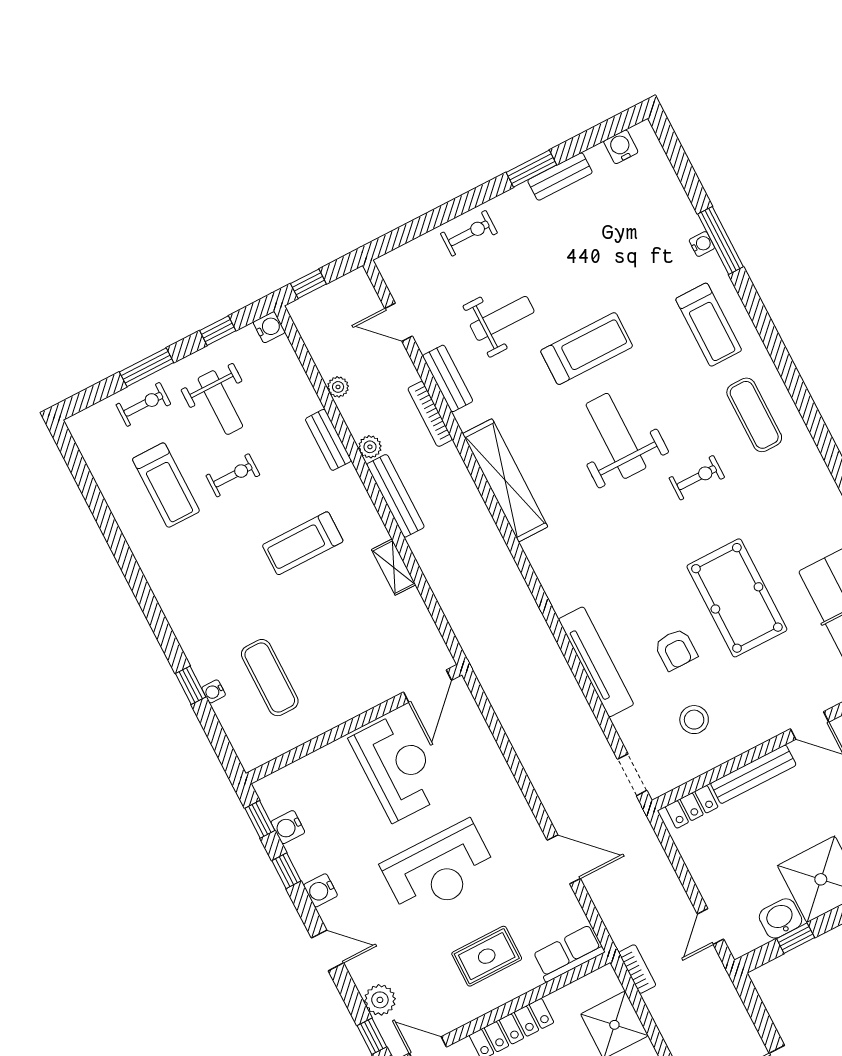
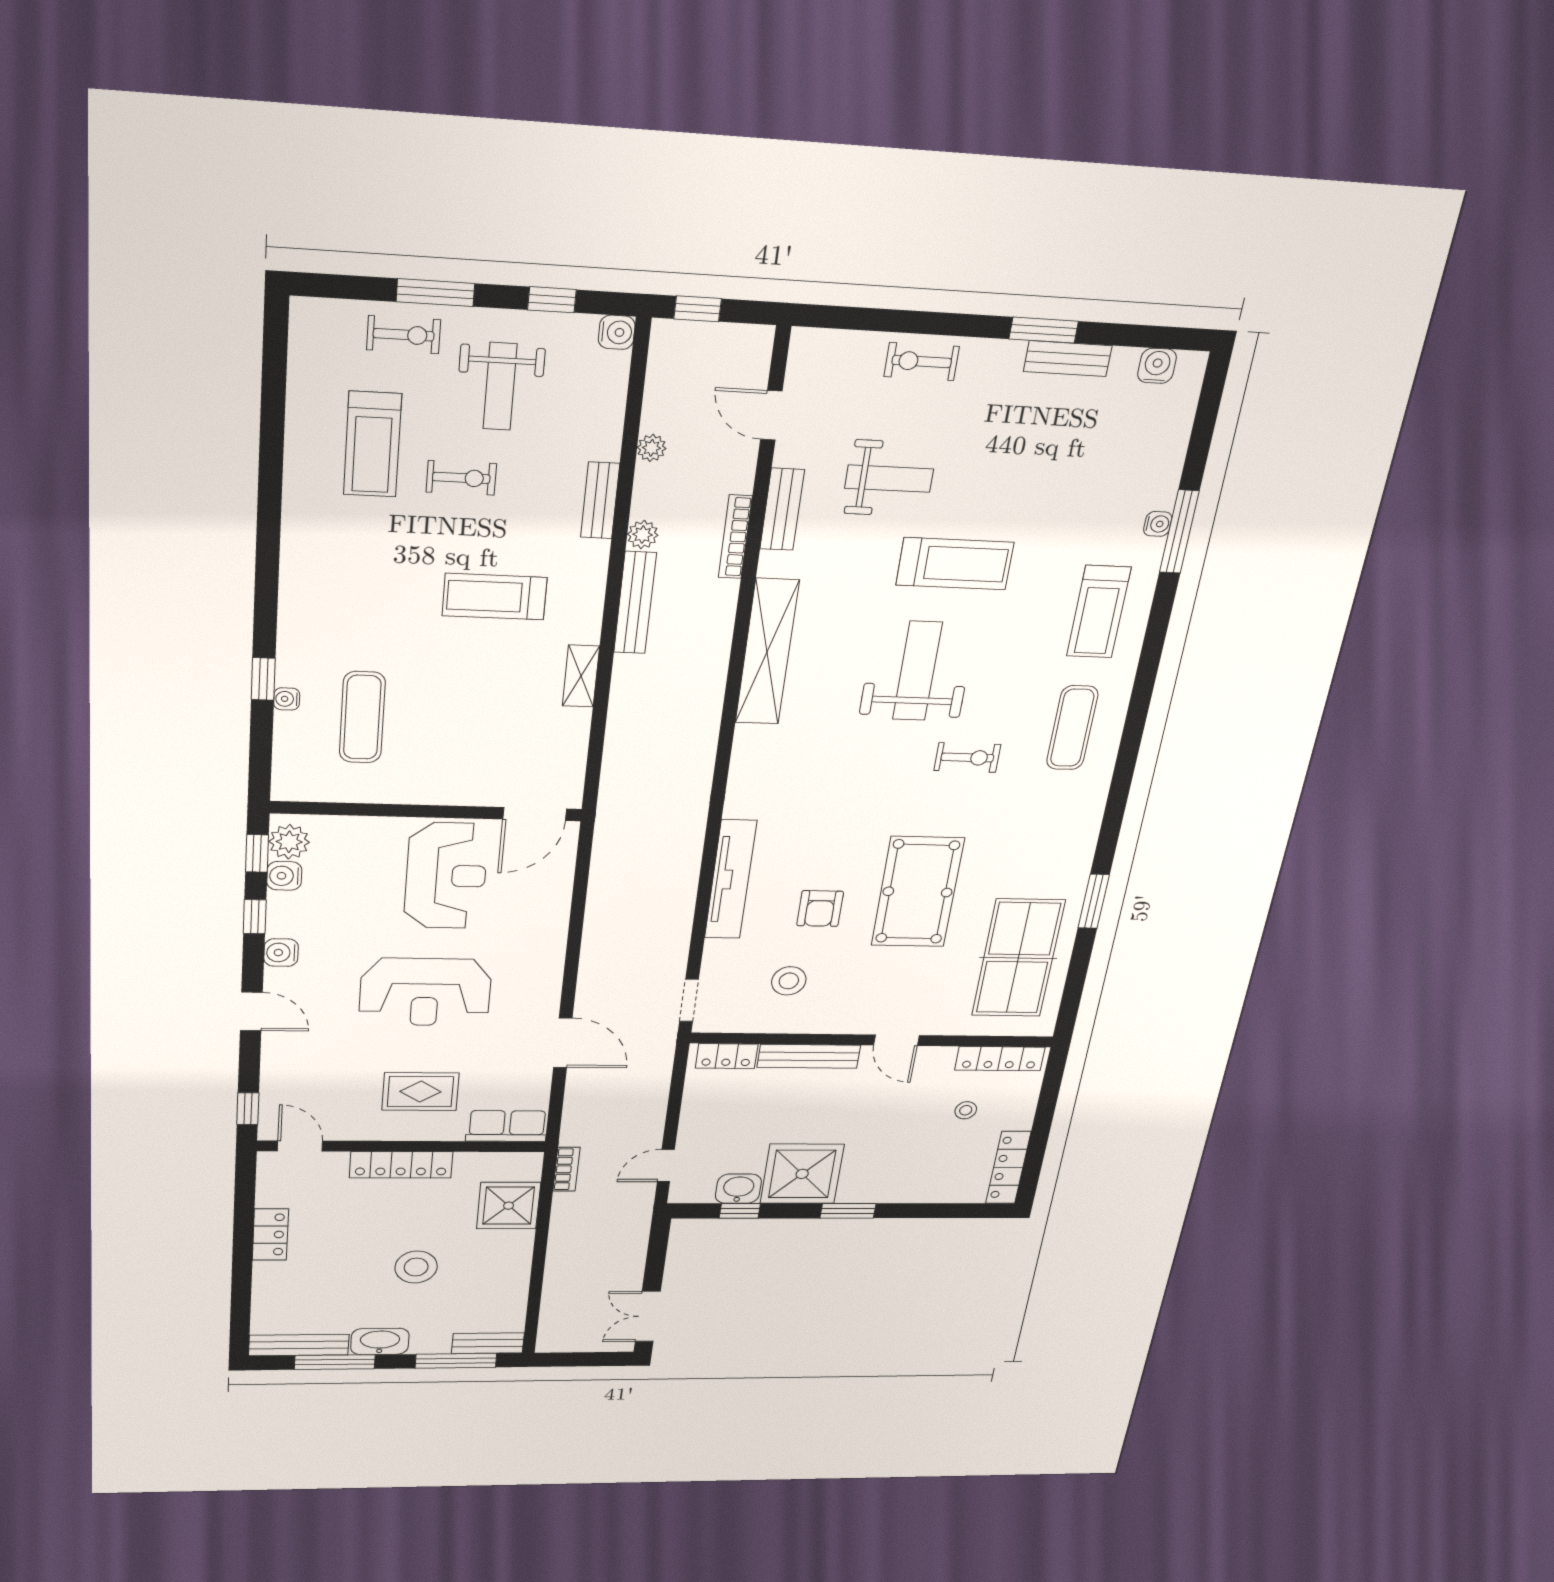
exercise bike: (469, 233) -> (922, 361), turned 180
plant: (380, 1000) -> (289, 842), moved

